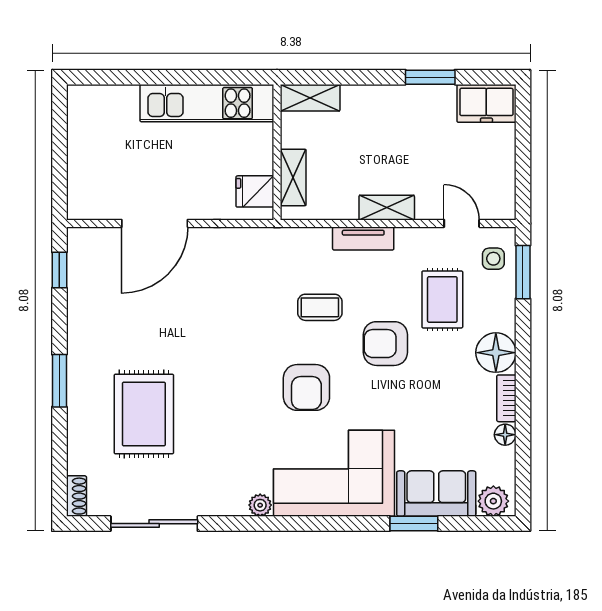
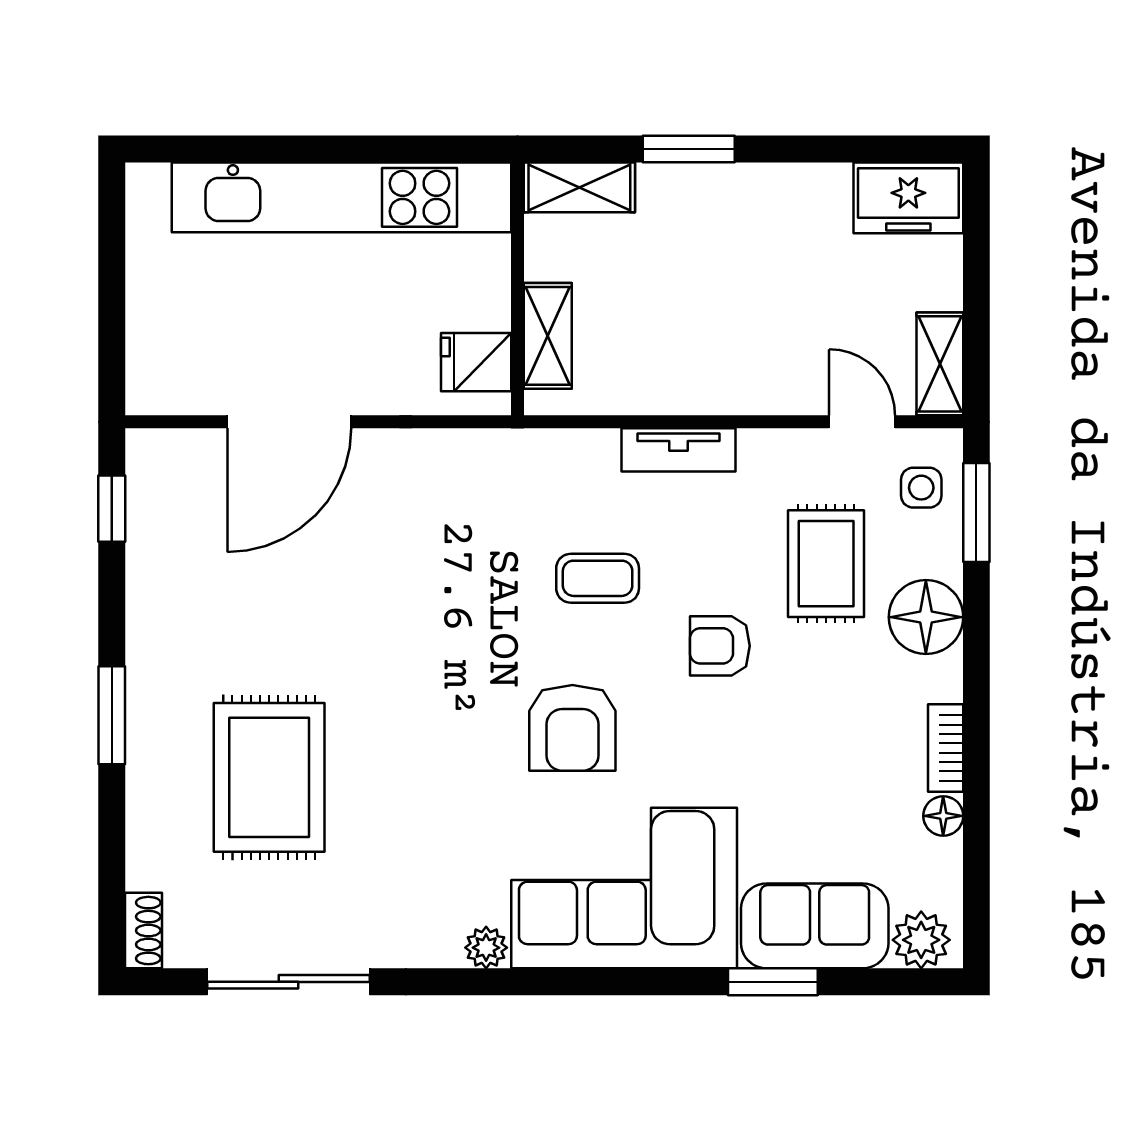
window: (430, 77) -> (689, 149), moved
kitchen unit: (207, 103) -> (341, 197), width x1.36
shelving: (387, 208) -> (940, 364), moved, turned 90
armchair: (385, 344) -> (720, 646), width x0.72, depth x0.72
floor lamp: (496, 353) -> (926, 617), moved

